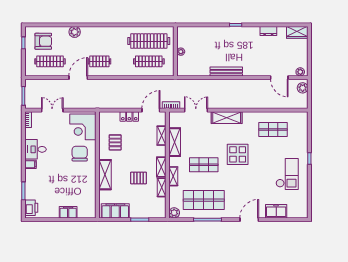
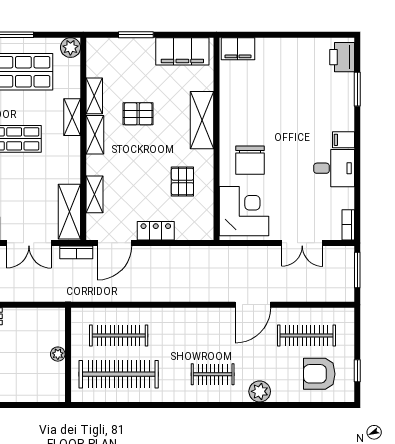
clothes rail: (99, 61) -> (213, 374), moved
shelving: (175, 142) -> (69, 212), moved
filing cabinet: (68, 212) -> (238, 49), moved

